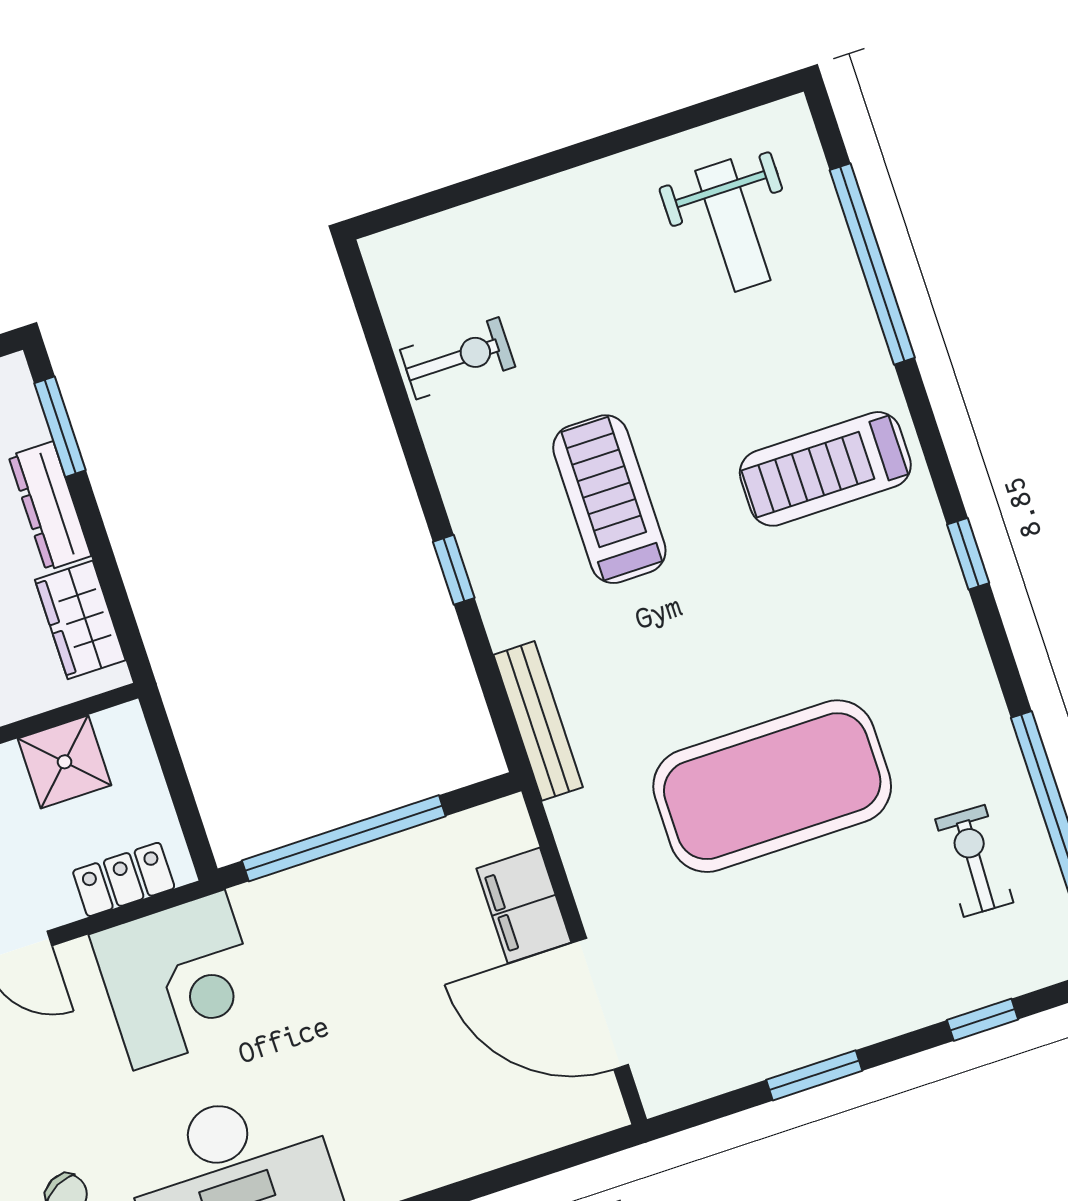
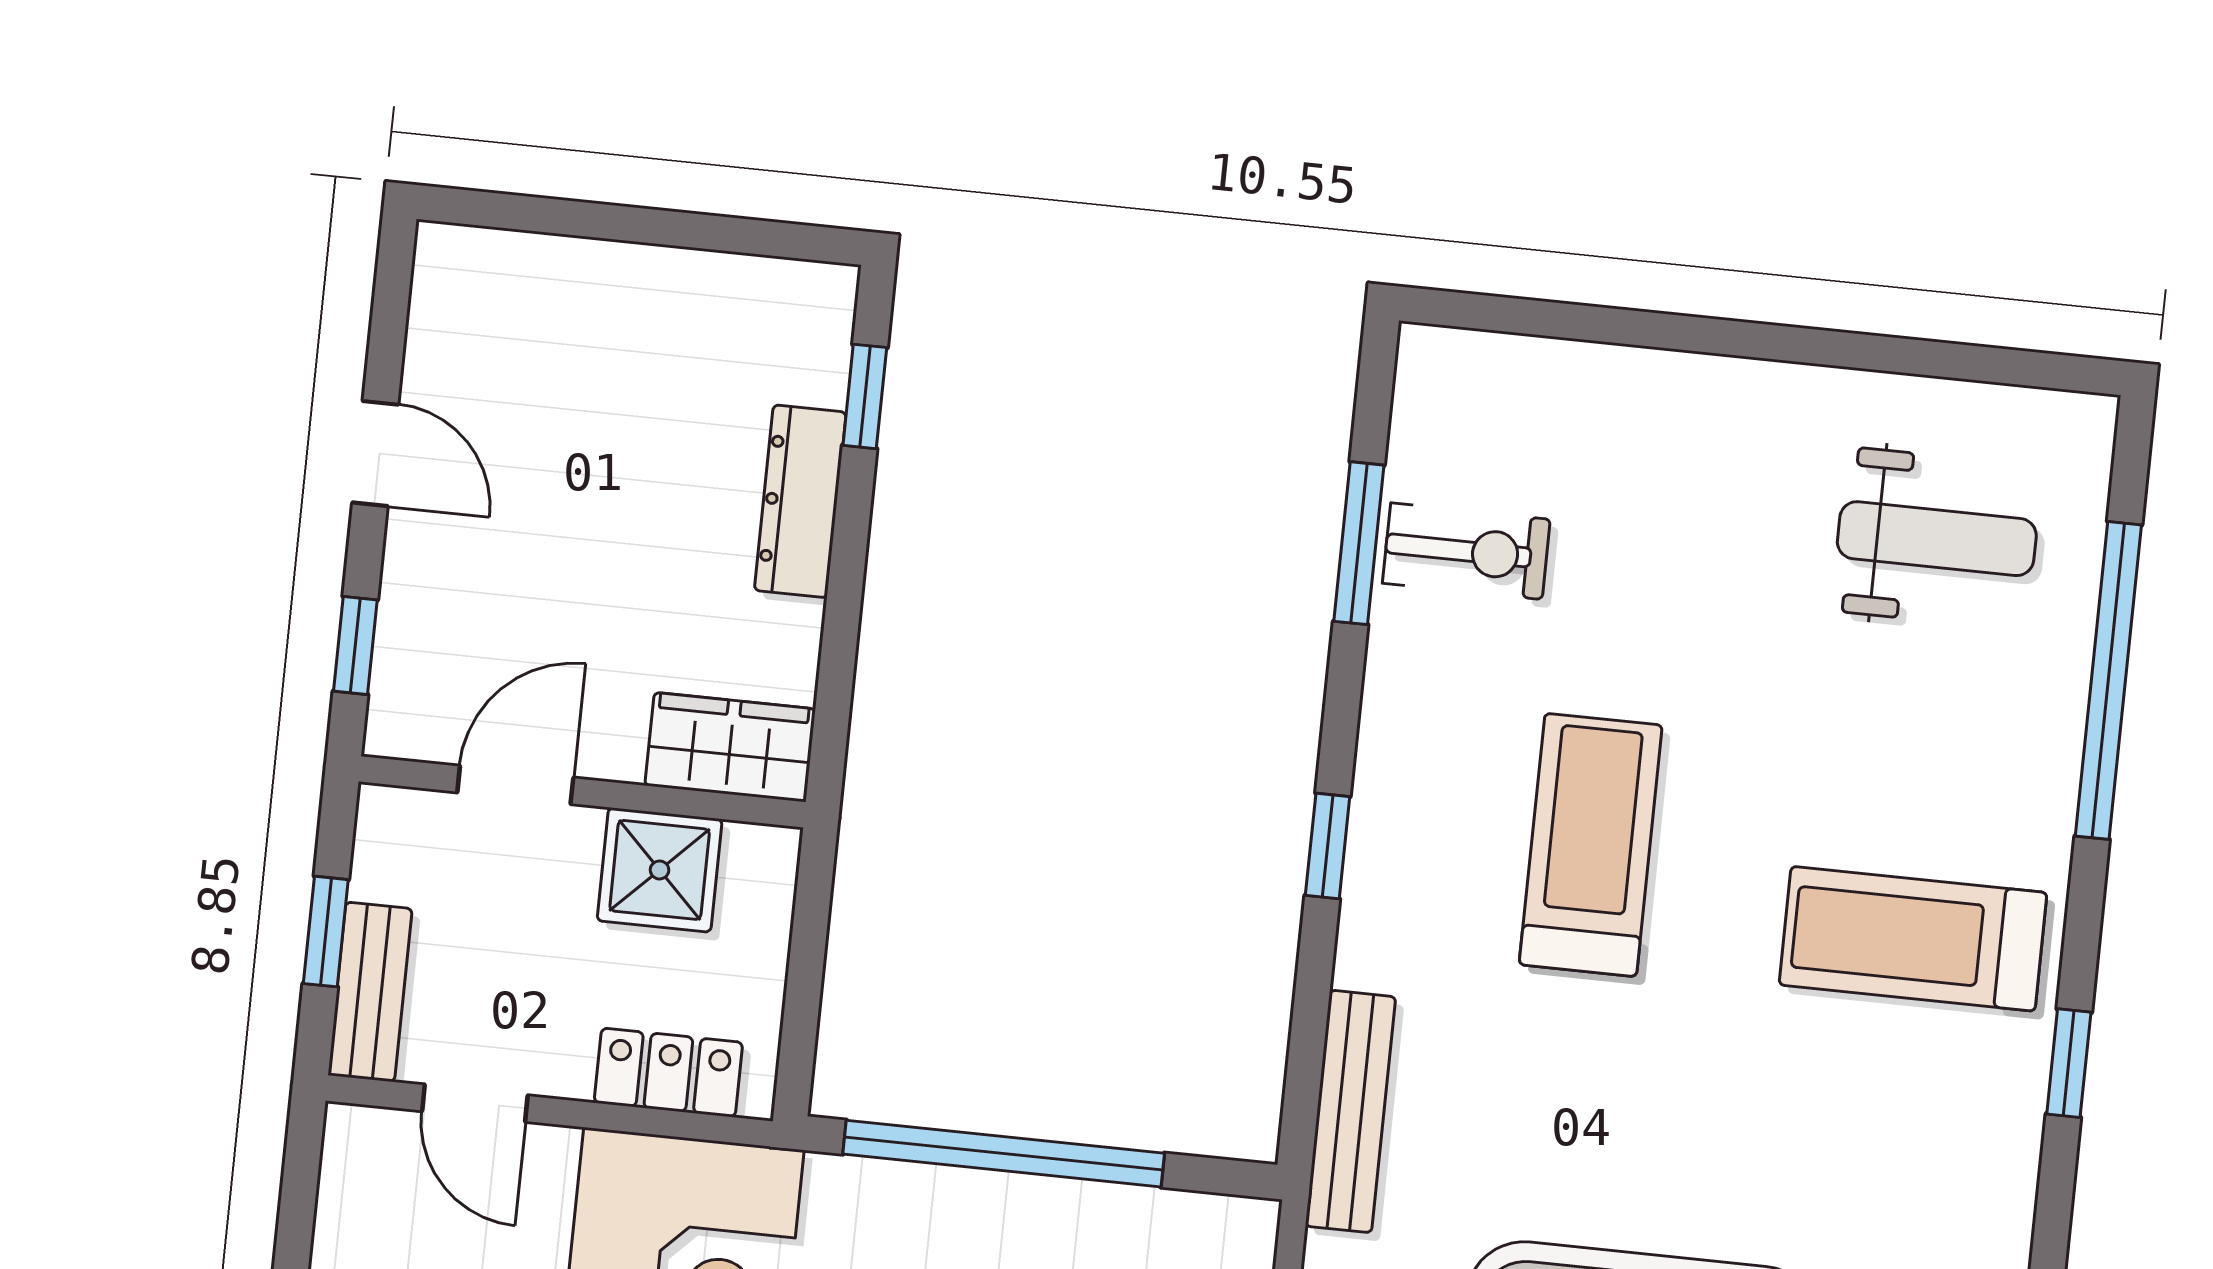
weight bench: (733, 226) -> (1937, 539), turned -90
window: (392, 382) -> (1359, 543), added
window: (60, 427) -> (865, 396), width x0.67
window: (968, 554) -> (2069, 1063), moved
wardrobe: (80, 620) -> (730, 747), moved, turned 90

